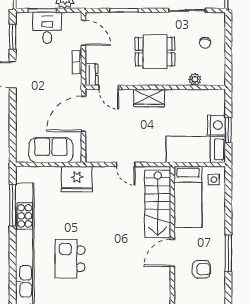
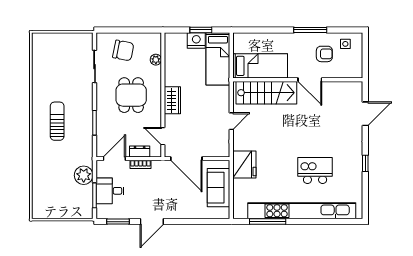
chair: (205, 43) -> (123, 50), width x1.87, depth x1.87
dresser: (92, 74) -> (140, 151), moved
door: (109, 87) -> (163, 136), swing flipped
side table: (214, 180) -> (345, 44), moved
kitchen island: (70, 259) -> (315, 170), turned 180
armchair: (201, 269) -> (324, 54), turned 90

